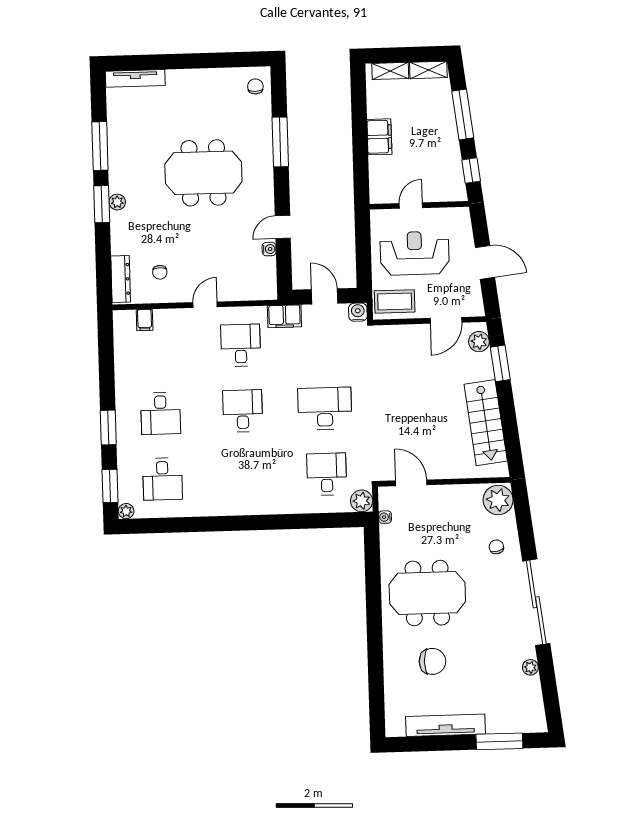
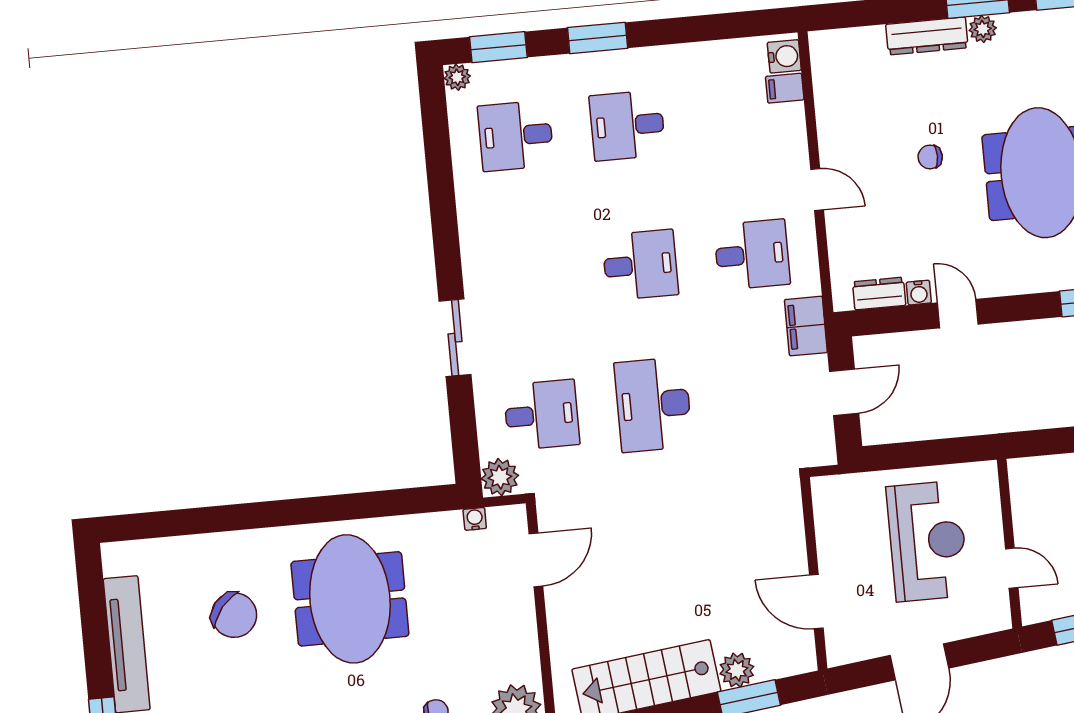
door: (411, 206) -> (1012, 568), moved
chair: (160, 272) -> (930, 157), moved
dresser: (268, 272) -> (879, 294), added
dresser: (121, 279) -> (927, 36), moved
coffee table: (395, 301) -> (843, 512), removed
water cooler: (358, 312) -> (784, 56), moved
plant: (479, 342) -> (737, 670), moved
desk: (325, 408) -> (653, 405), turned 180
sliding door: (278, 522) -> (455, 338), added
chair: (432, 661) -> (234, 615), turned -51

